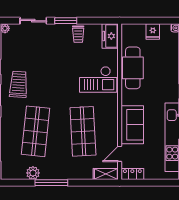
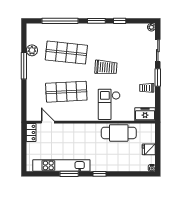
trolley: (19, 84) -> (106, 67), moved
sofa: (132, 125) -> (72, 132), removed
shelving: (106, 174) -> (31, 111), removed

